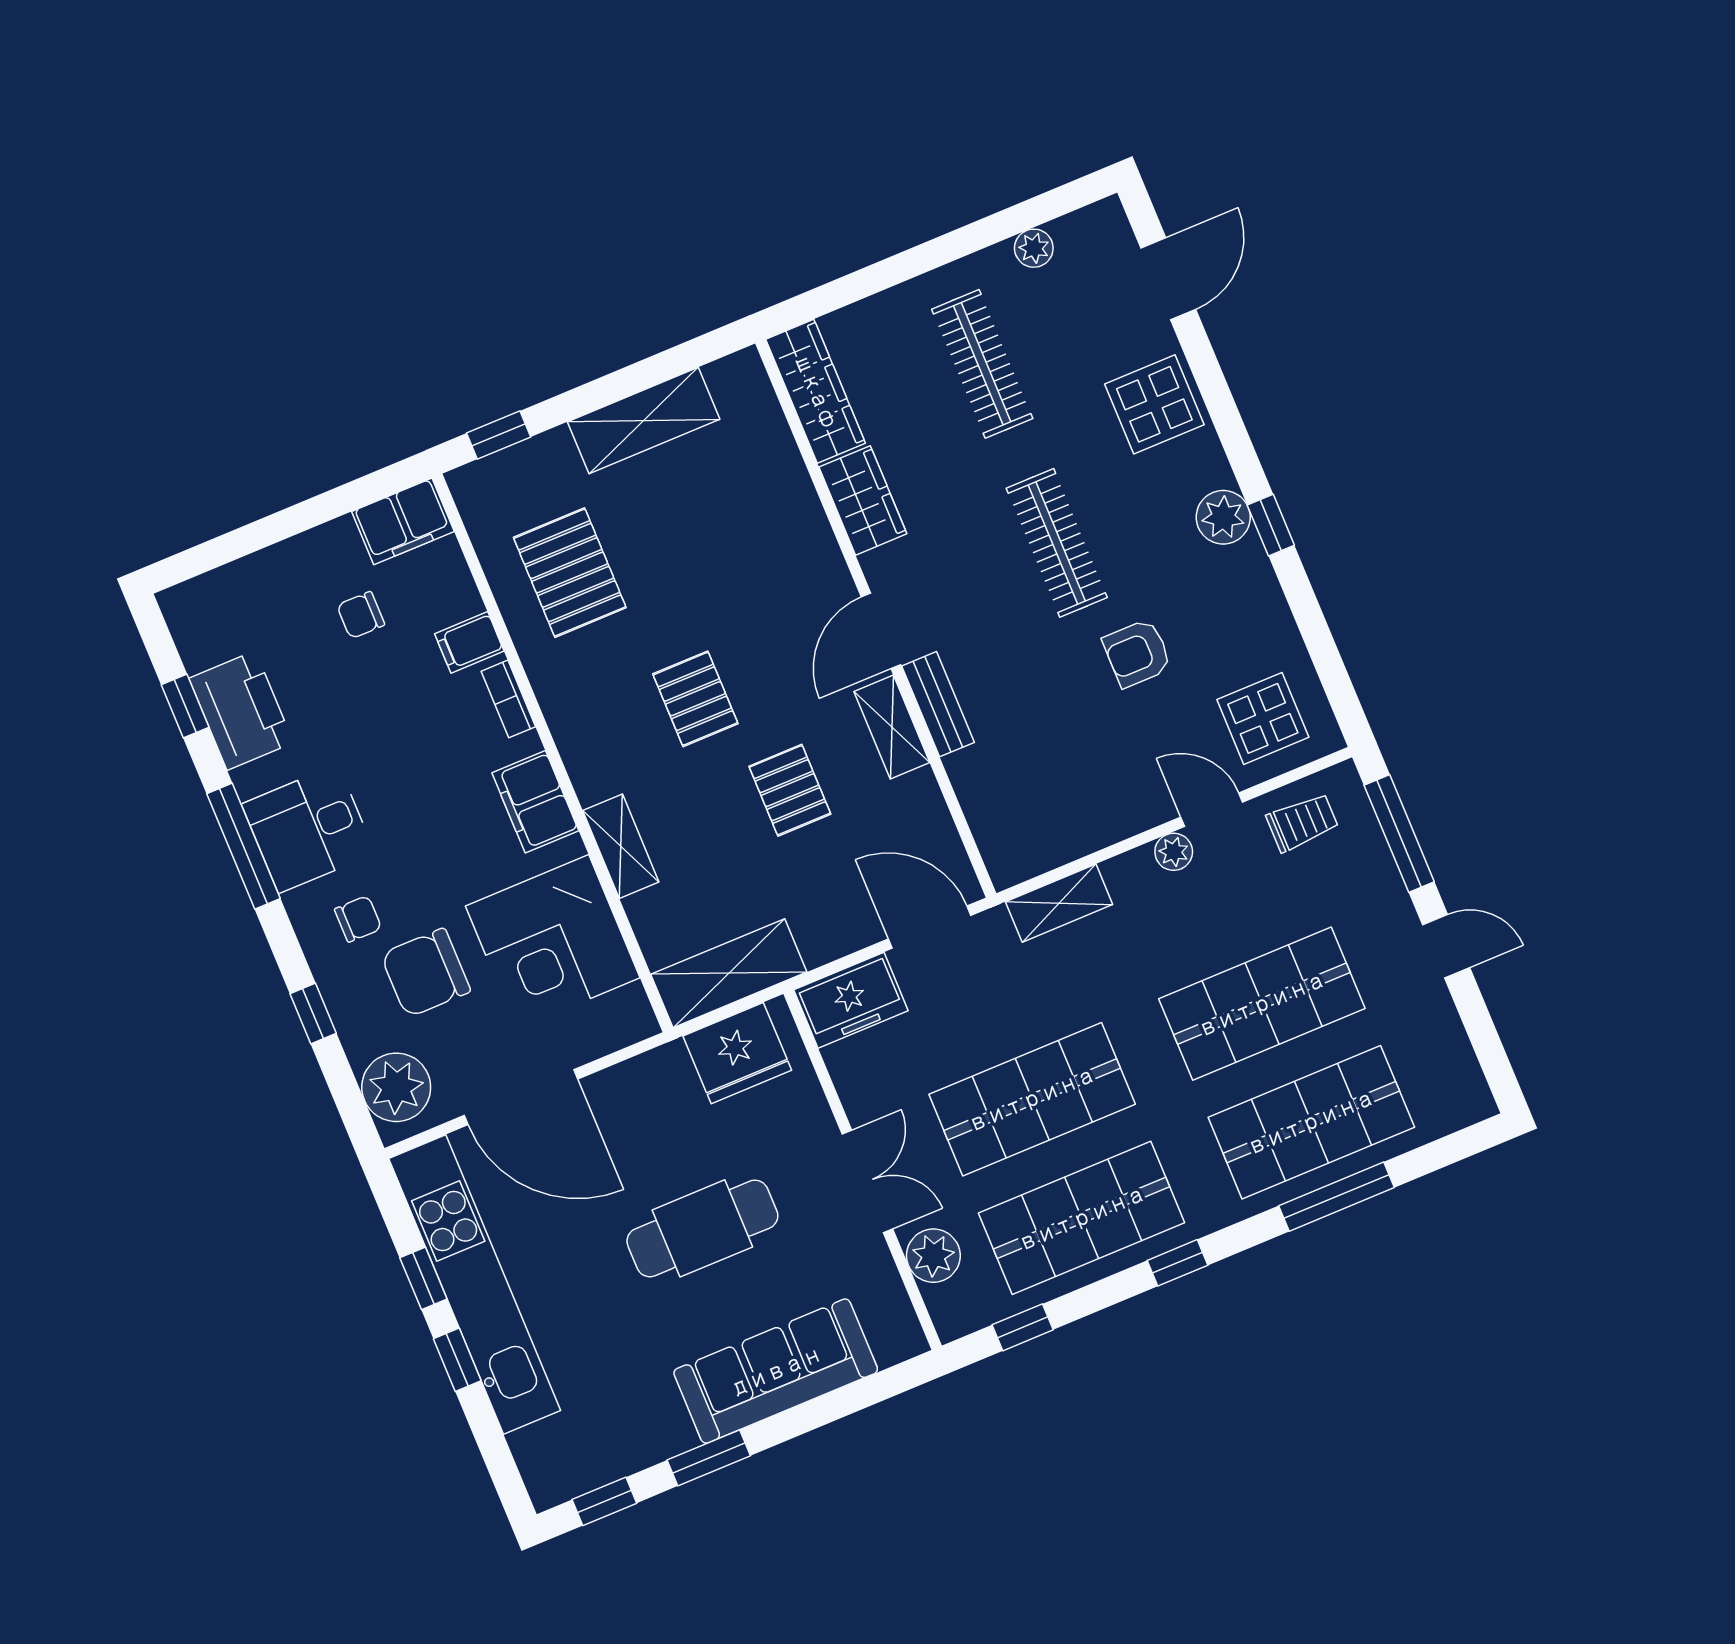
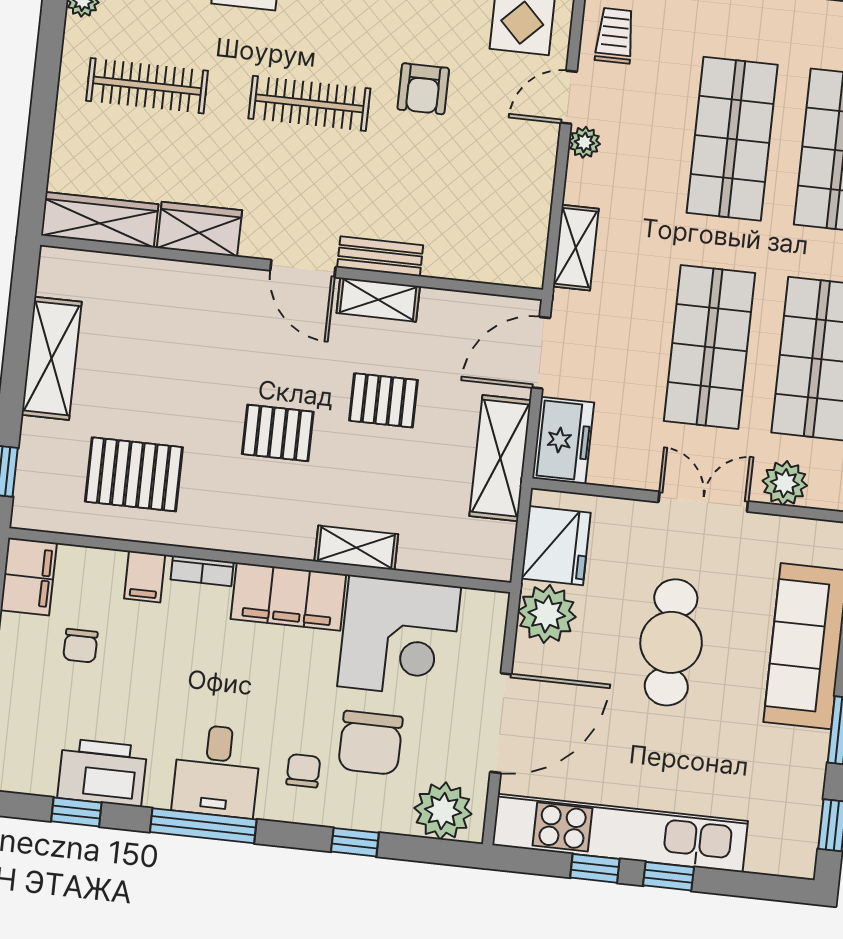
filing cabinet: (535, 802) -> (288, 597), width x1.50, depth x1.17
shelving: (729, 973) -> (500, 458), moved
plant: (661, 1083) -> (547, 614), added

